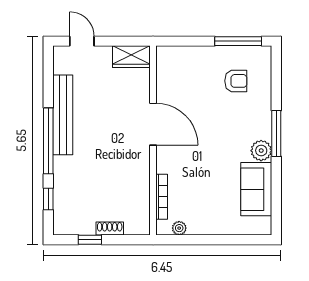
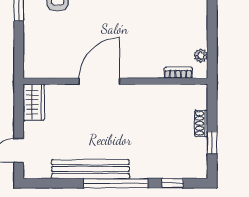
bookcase: (162, 197) -> (178, 73), width x0.64

